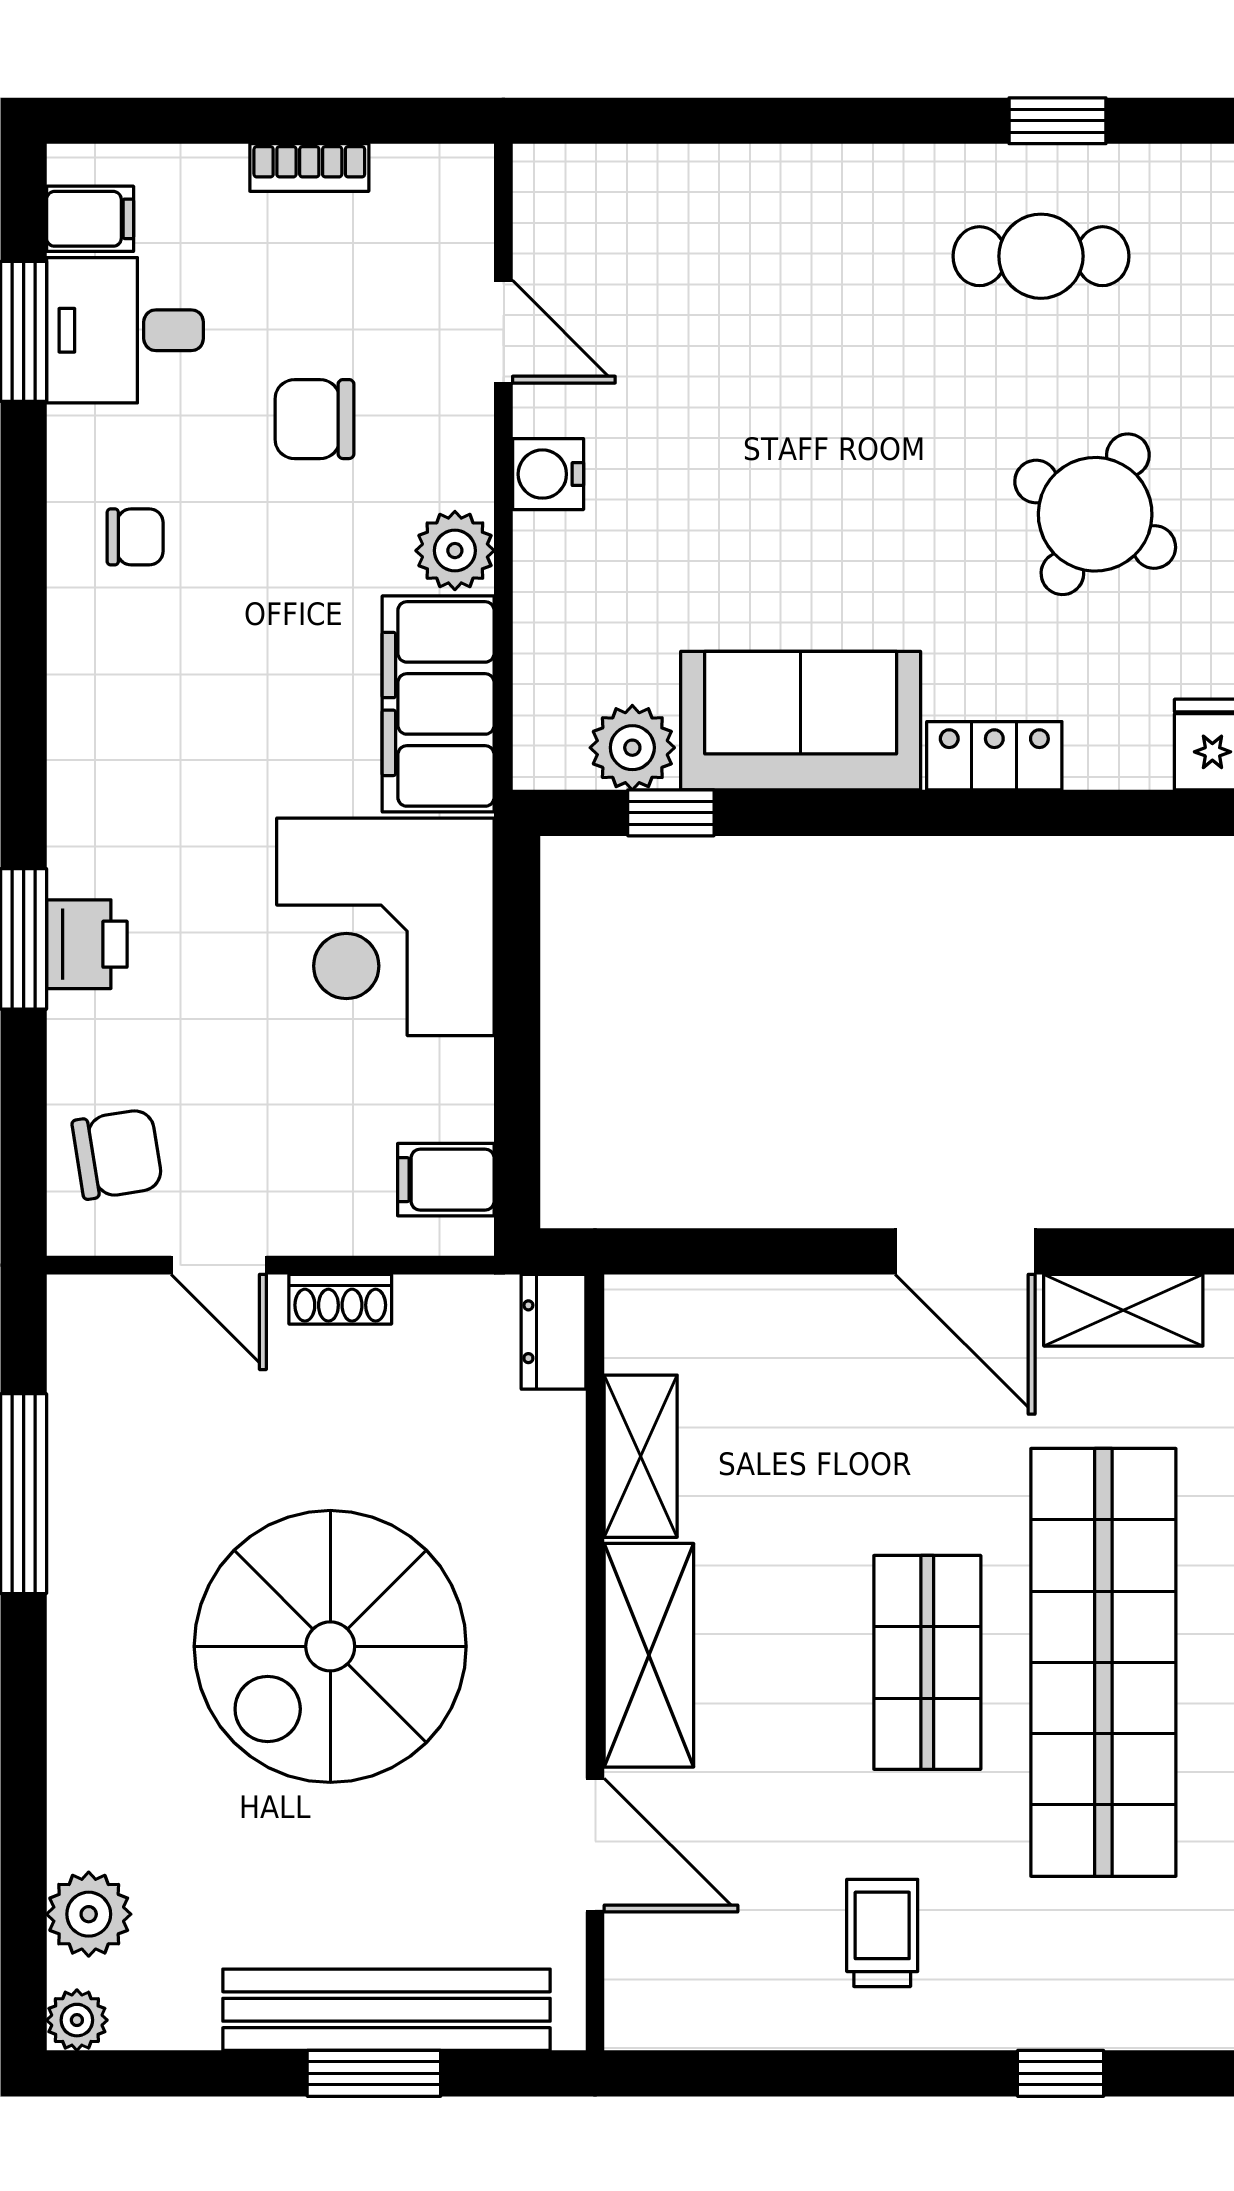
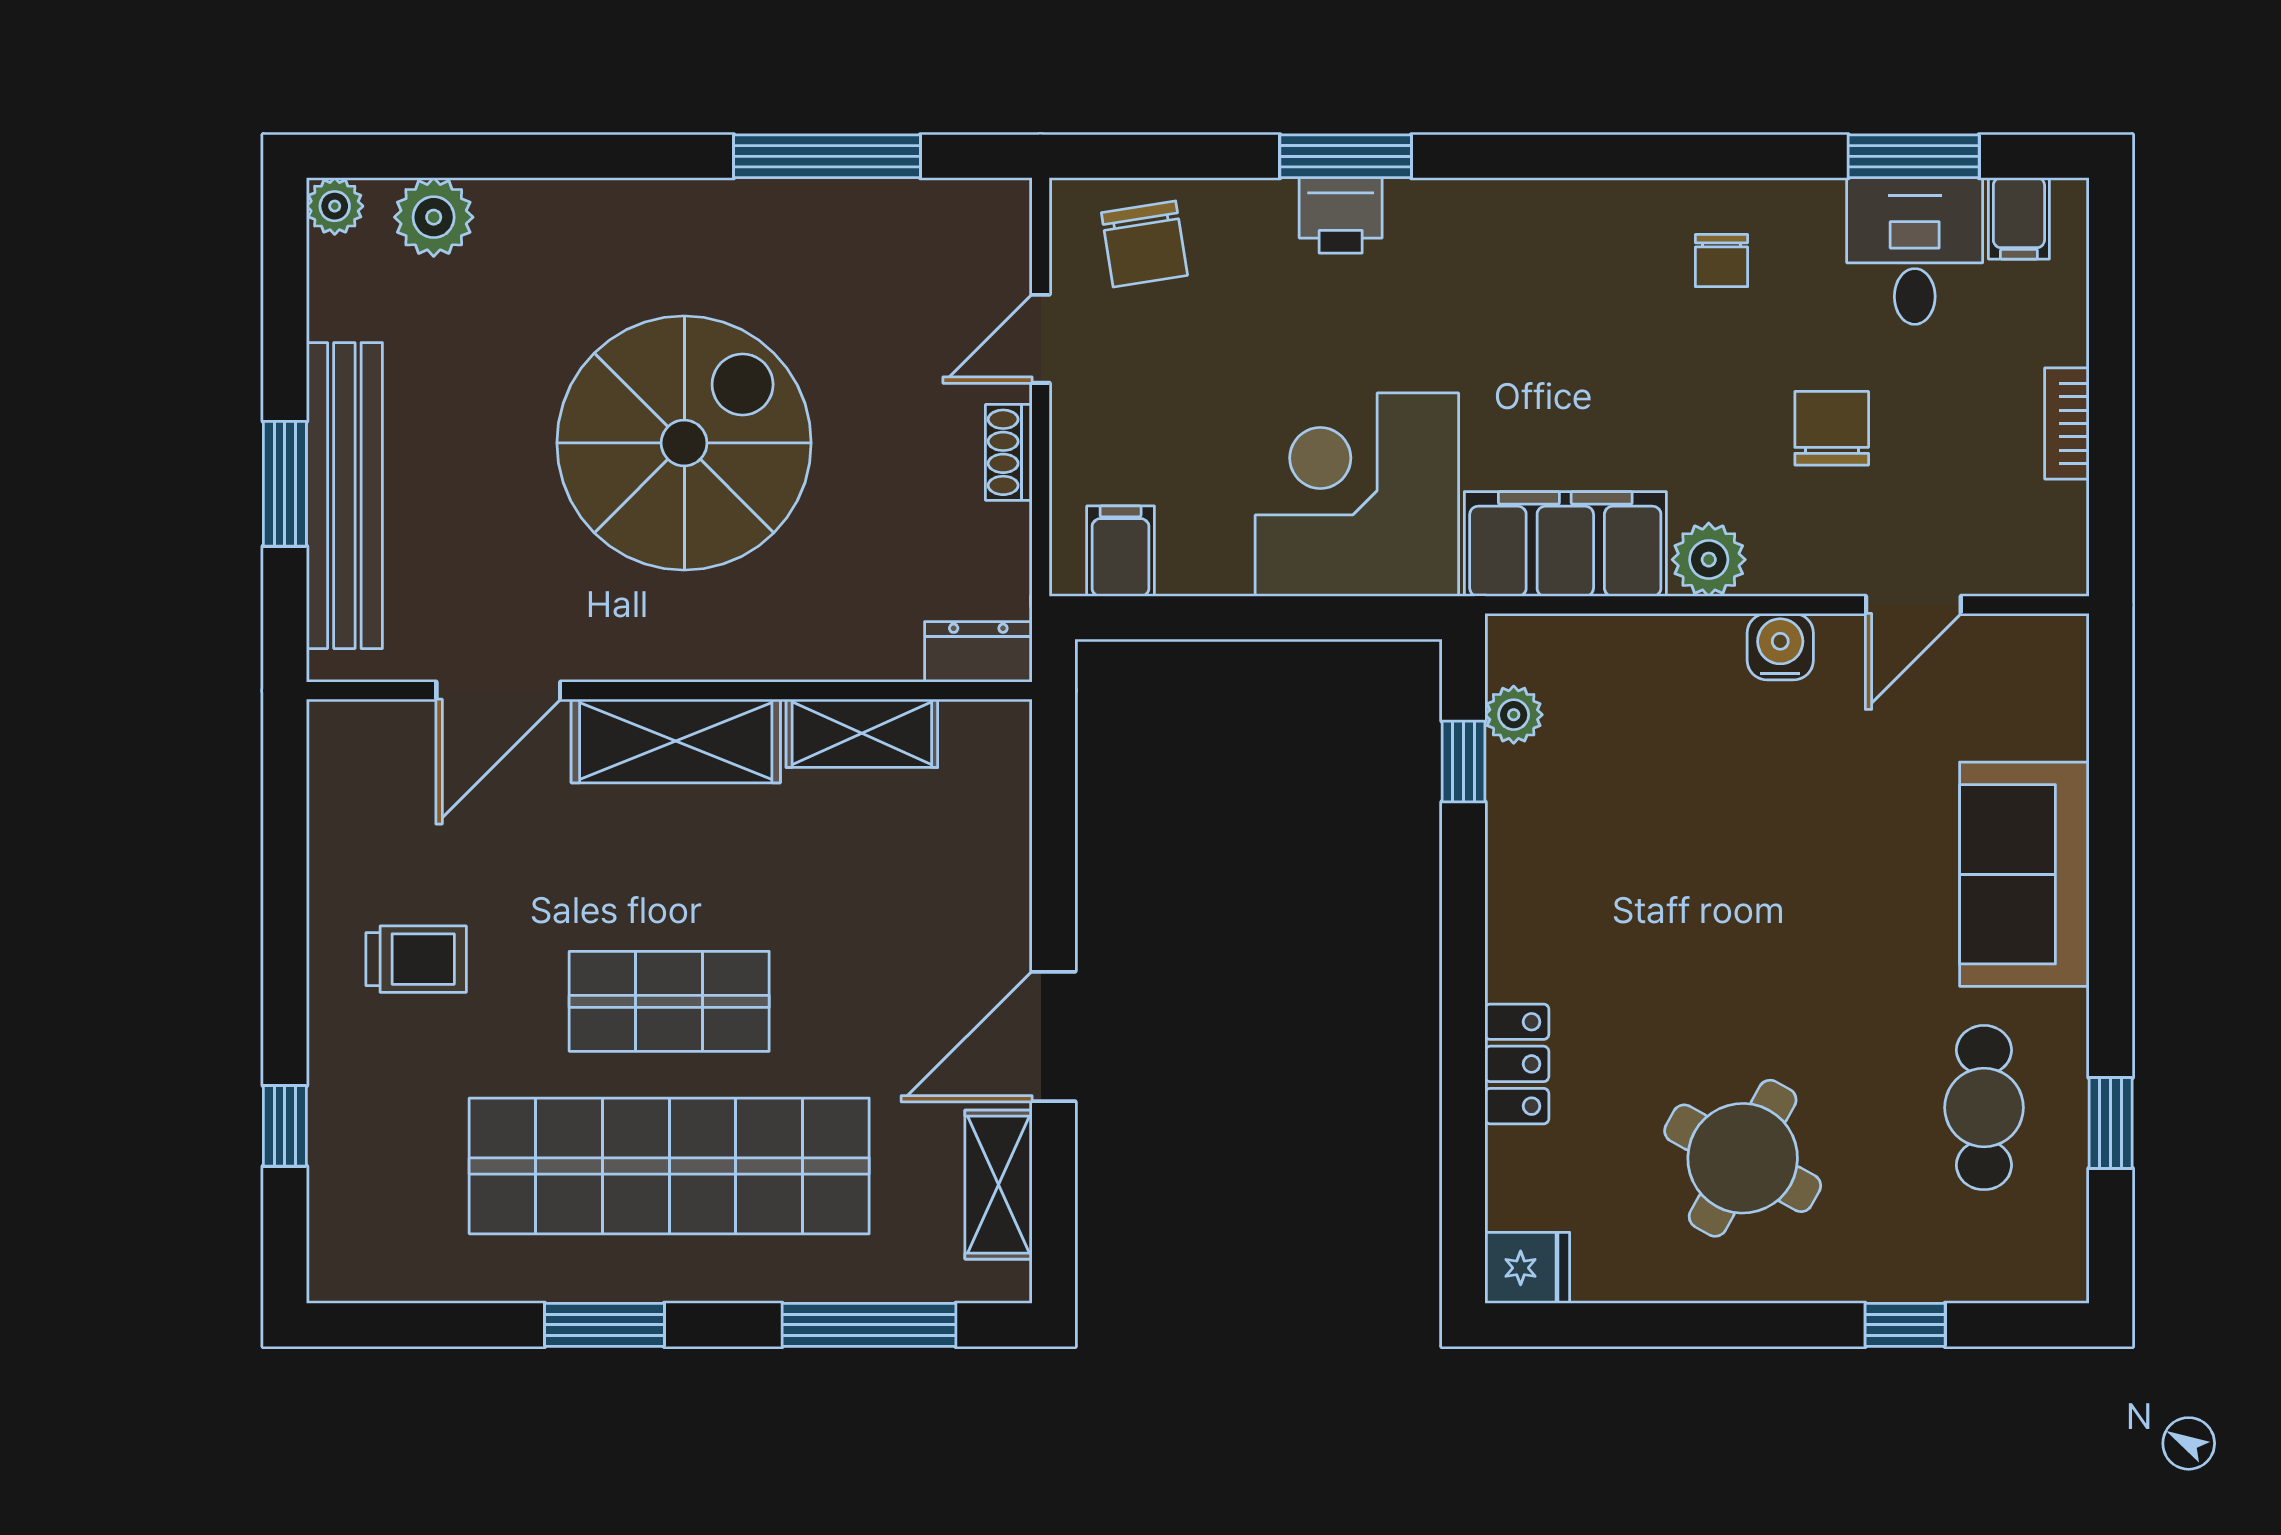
sofa: (801, 721) -> (2024, 874), moved, turned 180
plant: (632, 748) -> (1514, 715), width x0.73, depth x0.73
spiral stairs: (330, 1646) -> (684, 443), turned 90

